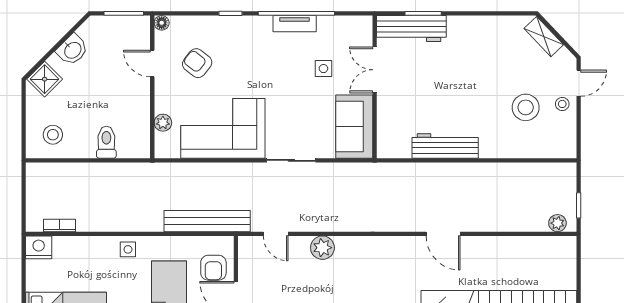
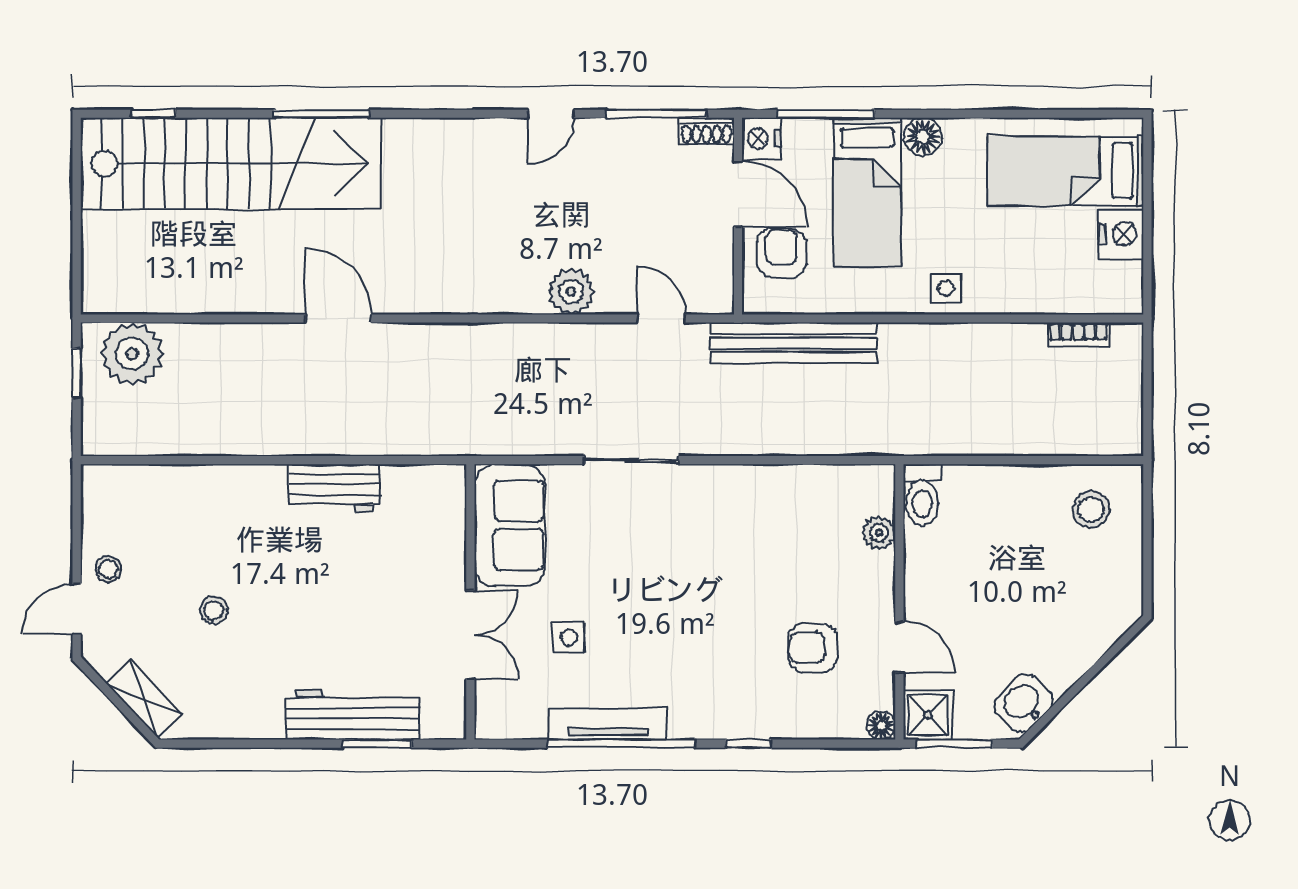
tv unit: (295, 24) -> (608, 724), width x1.41
workbench: (411, 28) -> (352, 715), moved
washbasin: (72, 50) -> (1024, 703), moved
armchair: (197, 63) -> (813, 648), turned 142
shower: (45, 79) -> (928, 715), moved, turned 45
stool: (526, 107) -> (214, 610), moved, width x0.53, depth x0.53
corner sofa: (223, 128) -> (763, 522), removed
toilet: (106, 142) -> (922, 495), moved
workbench: (445, 146) -> (334, 488), width x0.73
plant: (557, 223) -> (132, 354), width x1.88, depth x1.88
nightstand: (39, 247) -> (1121, 234), moved, turned -90

